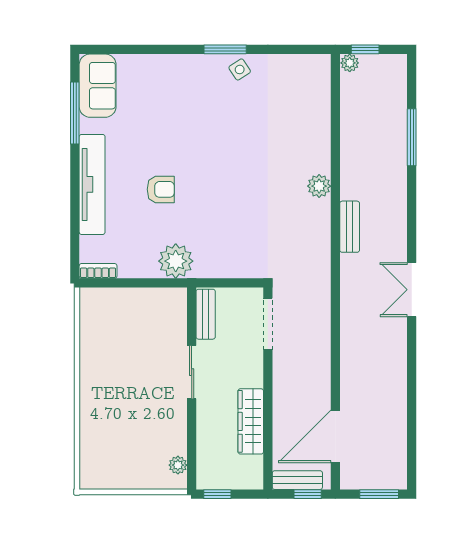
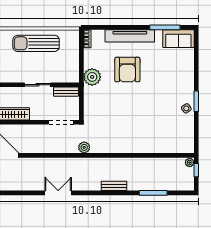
plant: (319, 186) -> (84, 147), moved
armchair: (161, 189) -> (127, 70), width x1.88, depth x1.88
bench: (350, 227) -> (114, 186), moved
double door: (412, 290) -> (58, 193), moved
sun lounger: (107, 375) -> (36, 43), added

